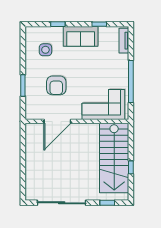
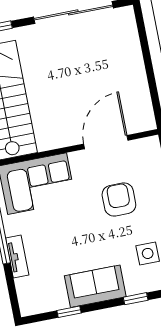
tv unit: (124, 41) -> (17, 257), moved

